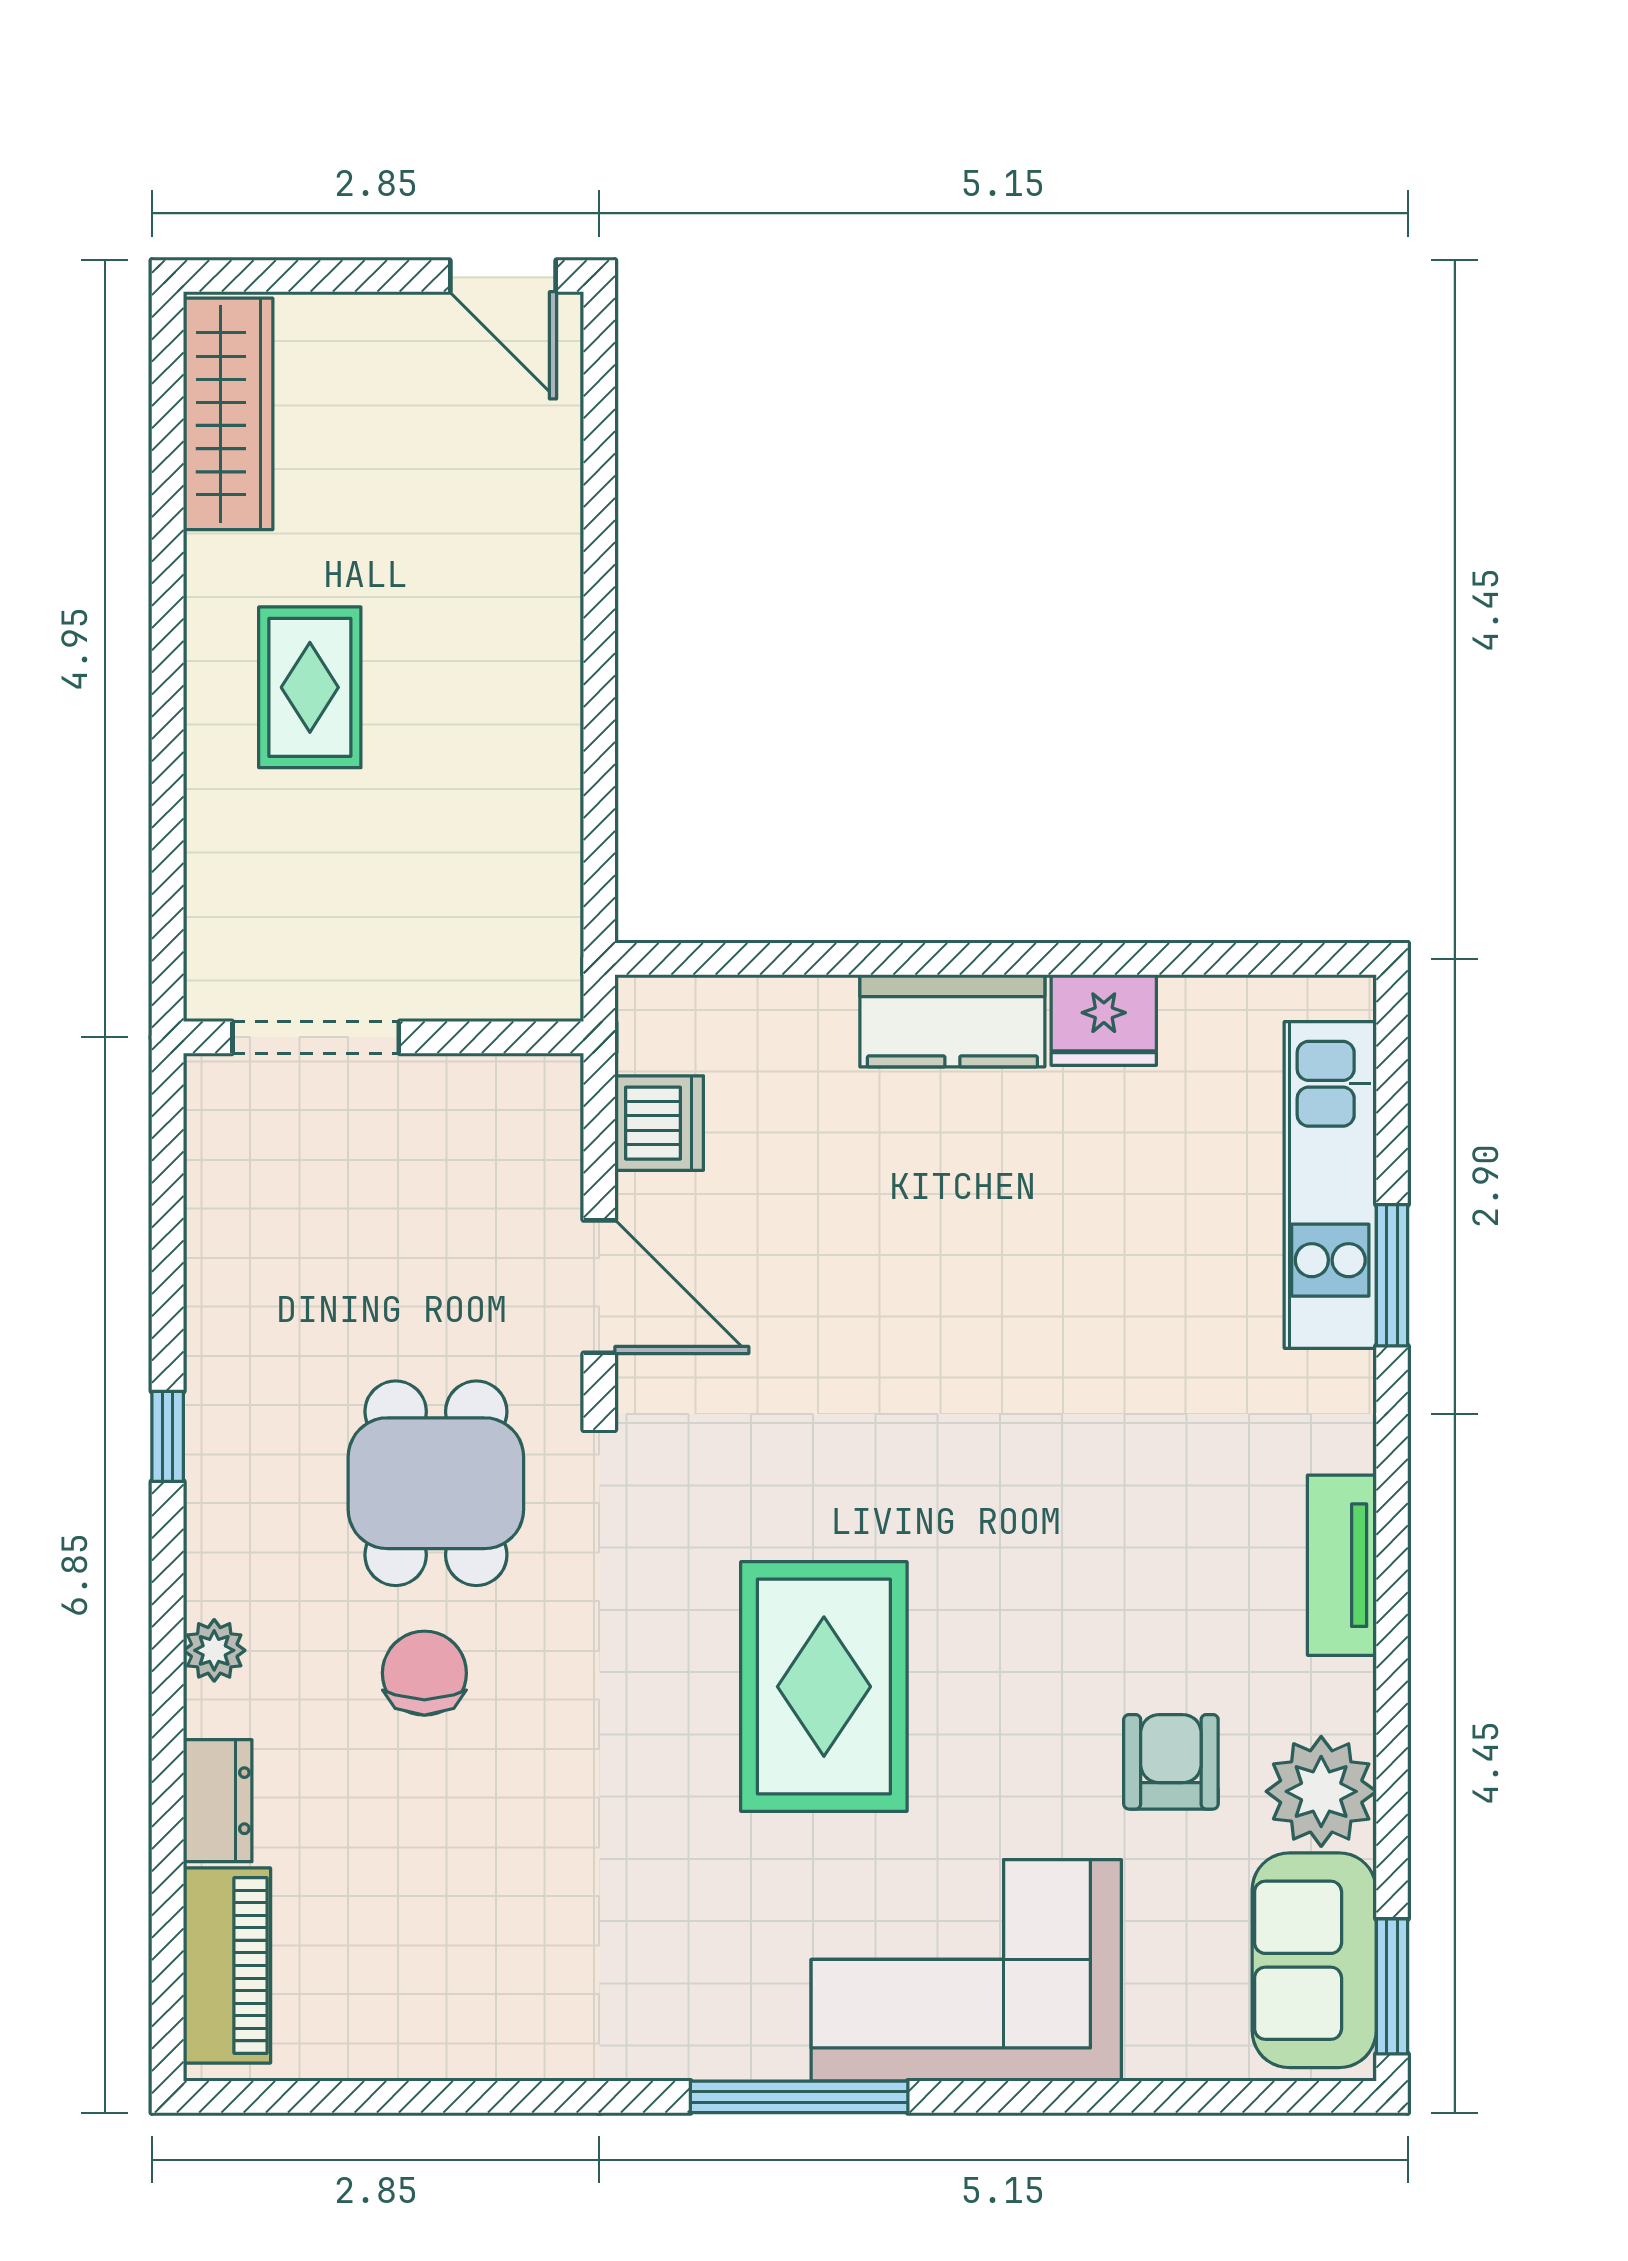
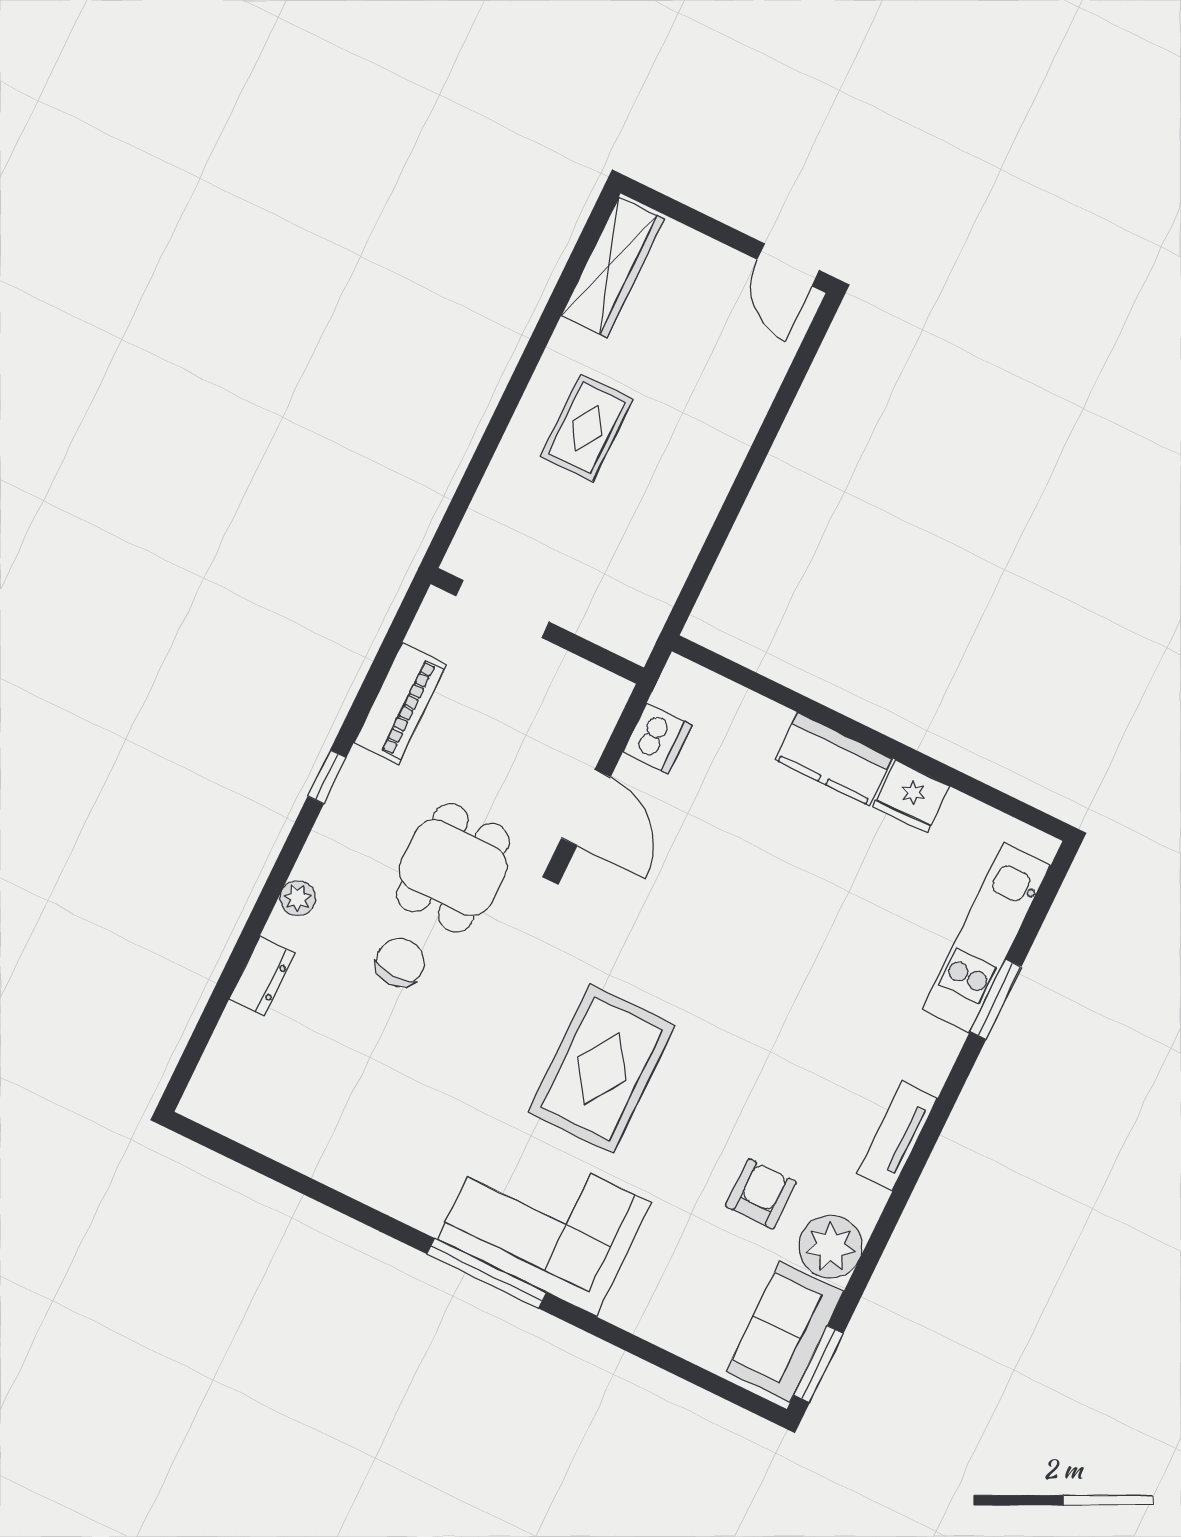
piano: (227, 1965) -> (400, 704), moved
corner sofa: (966, 1970) -> (544, 1221), moved

